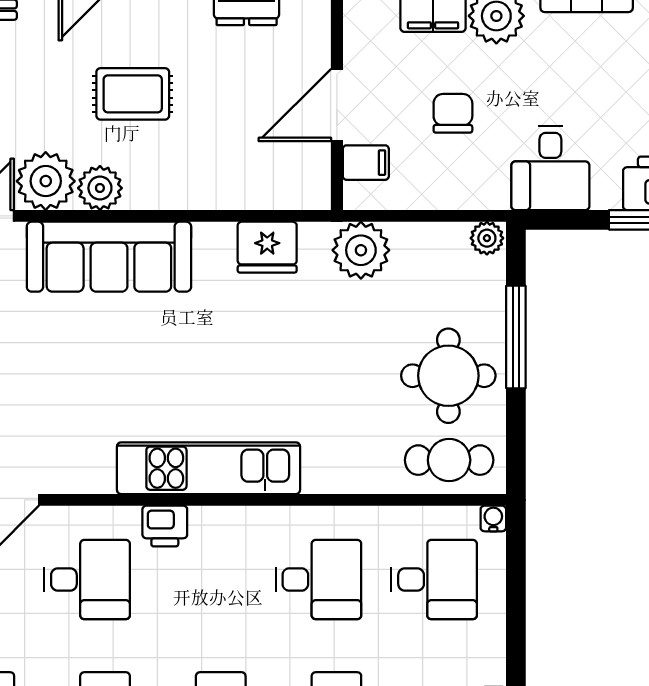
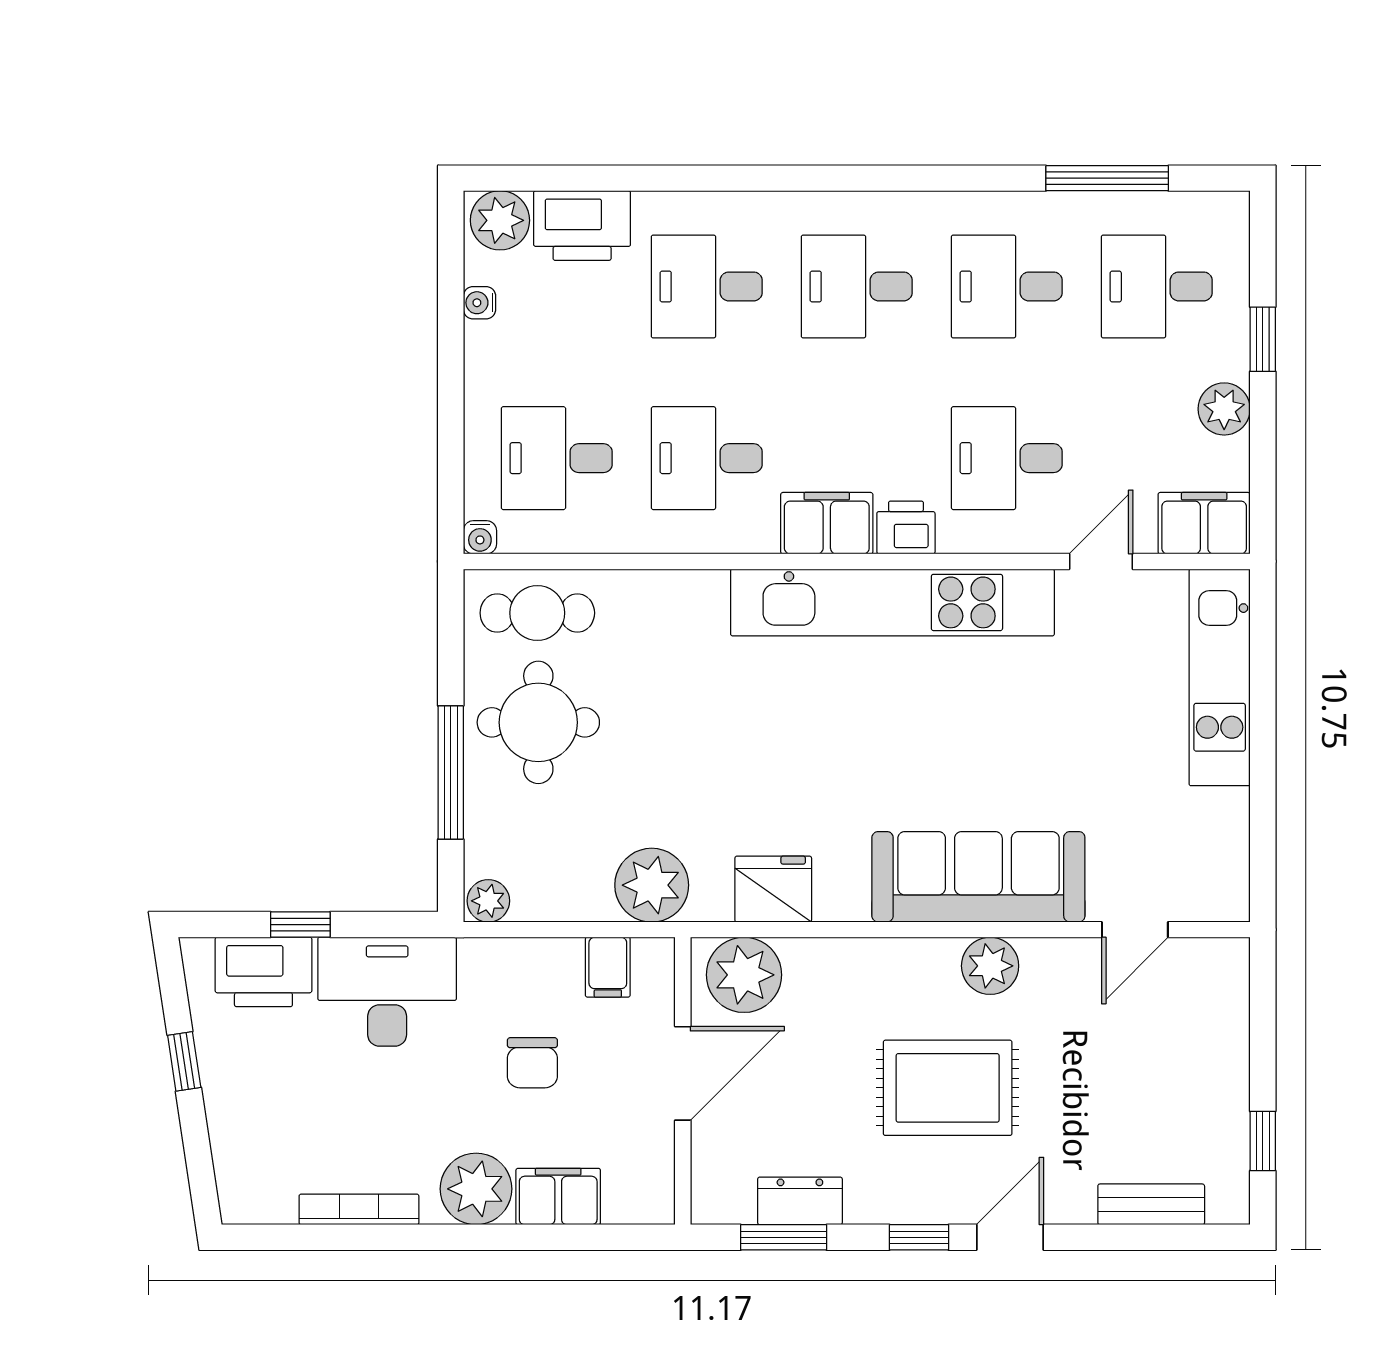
rug: (133, 94) -> (948, 1088), width x1.36, depth x1.43
filing cabinet: (366, 163) -> (608, 967), moved, turned -90
desk: (550, 168) -> (387, 992), width x1.37
plant: (46, 181) -> (744, 975), moved
kitchen unit: (208, 468) -> (892, 602), width x1.36
filing cabinet: (226, 529) -> (827, 523), added

